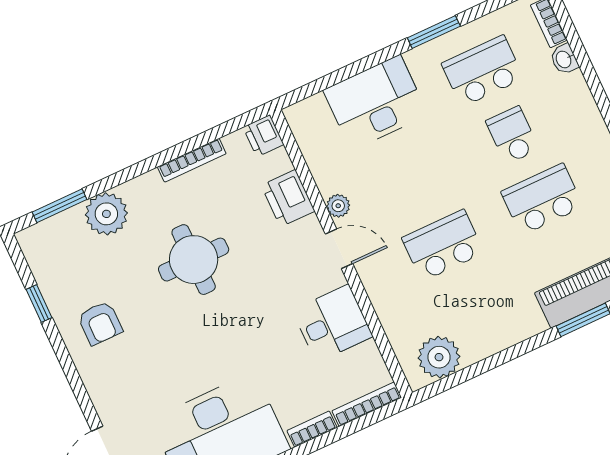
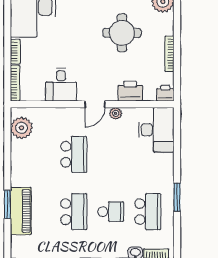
desk: (376, 103) -> (156, 130), moved

